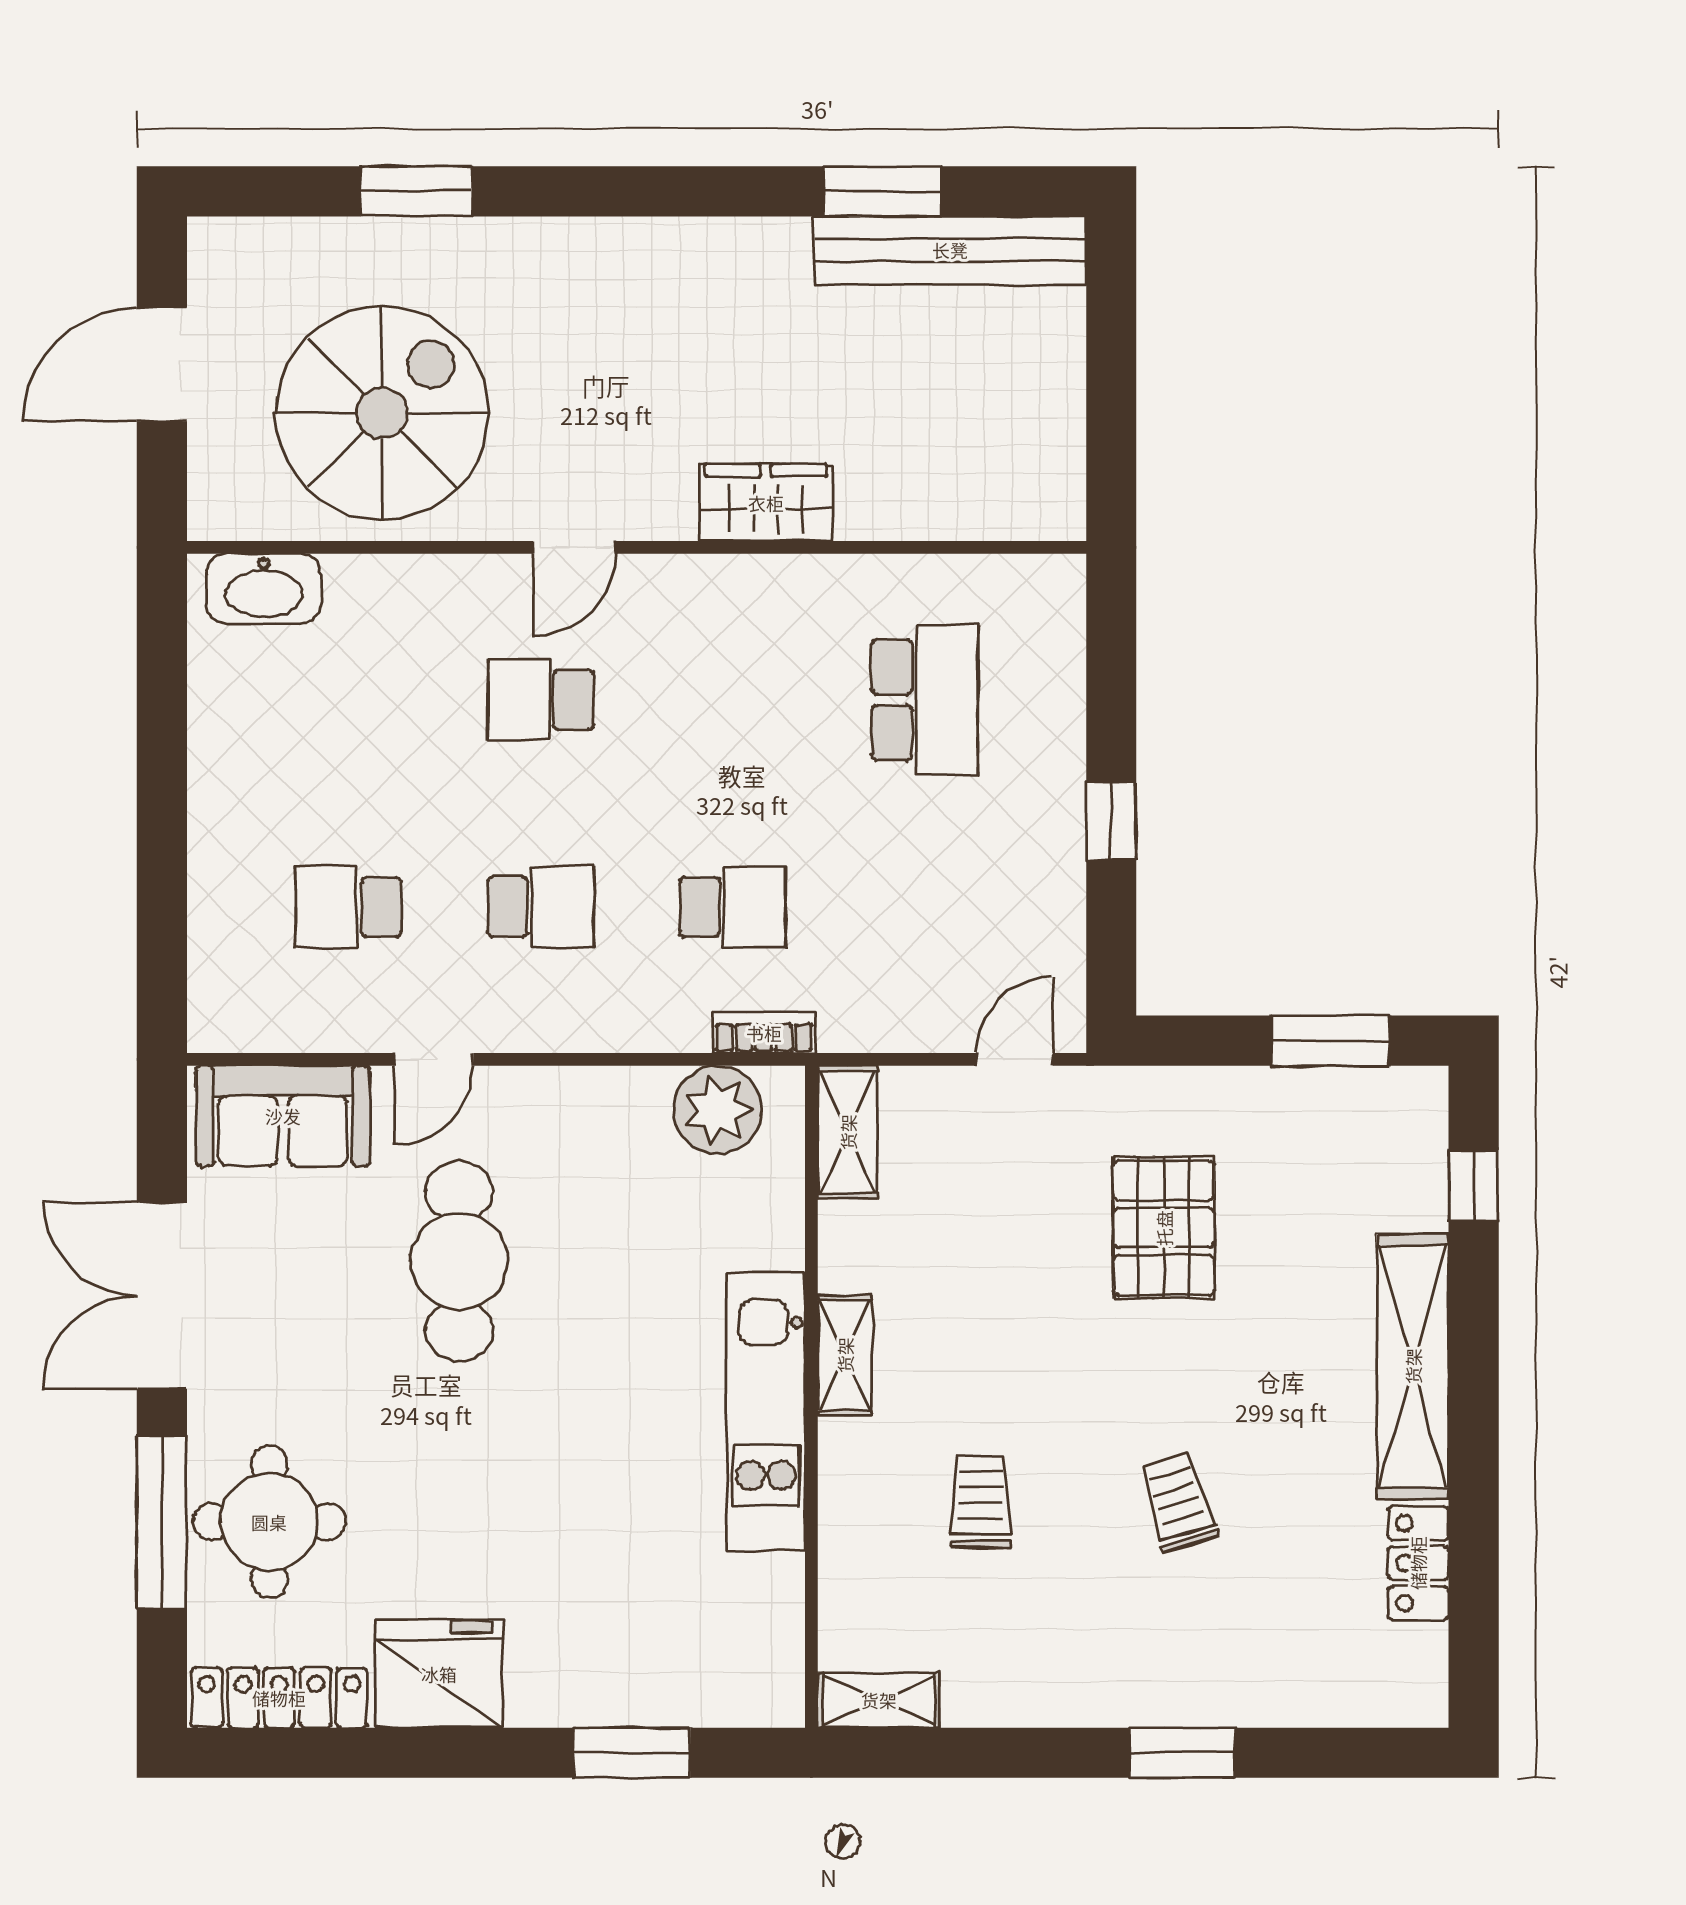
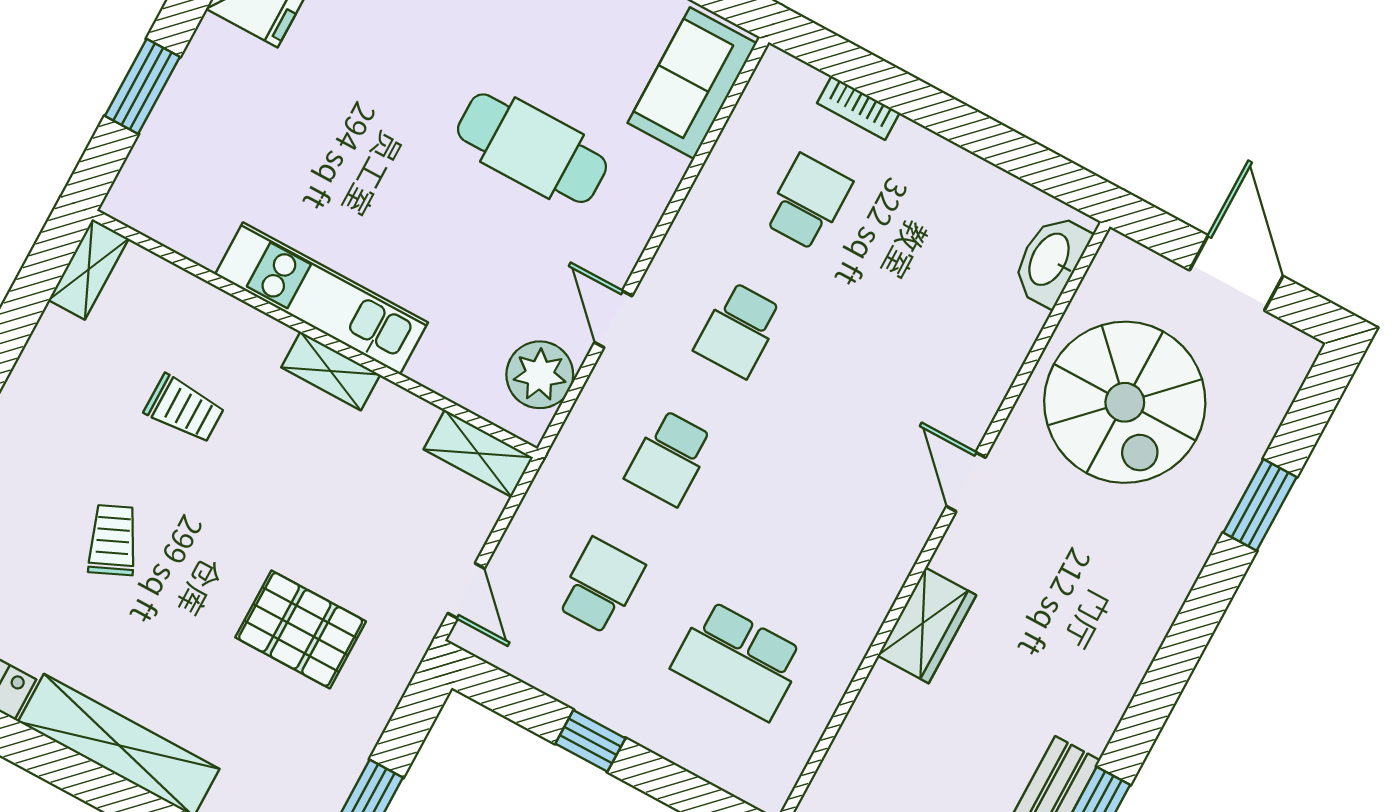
school desk: (541, 700) -> (600, 586), moved
bookcase: (764, 1033) -> (858, 108), moved, turned 90
door: (434, 1059) -> (613, 319), moved
trolley: (1178, 1502) -> (113, 540), turned -97

